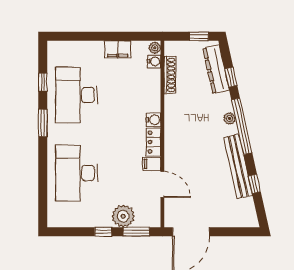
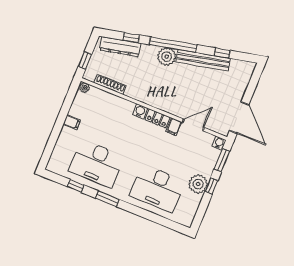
window: (199, 36) -> (85, 60), moved
filing cabinet: (118, 49) -> (72, 122), width x0.50
water cooler: (154, 61) -> (219, 143), moved
plant: (230, 118) -> (167, 57), width x1.88, depth x1.88
plant: (123, 216) -> (198, 184), moved

